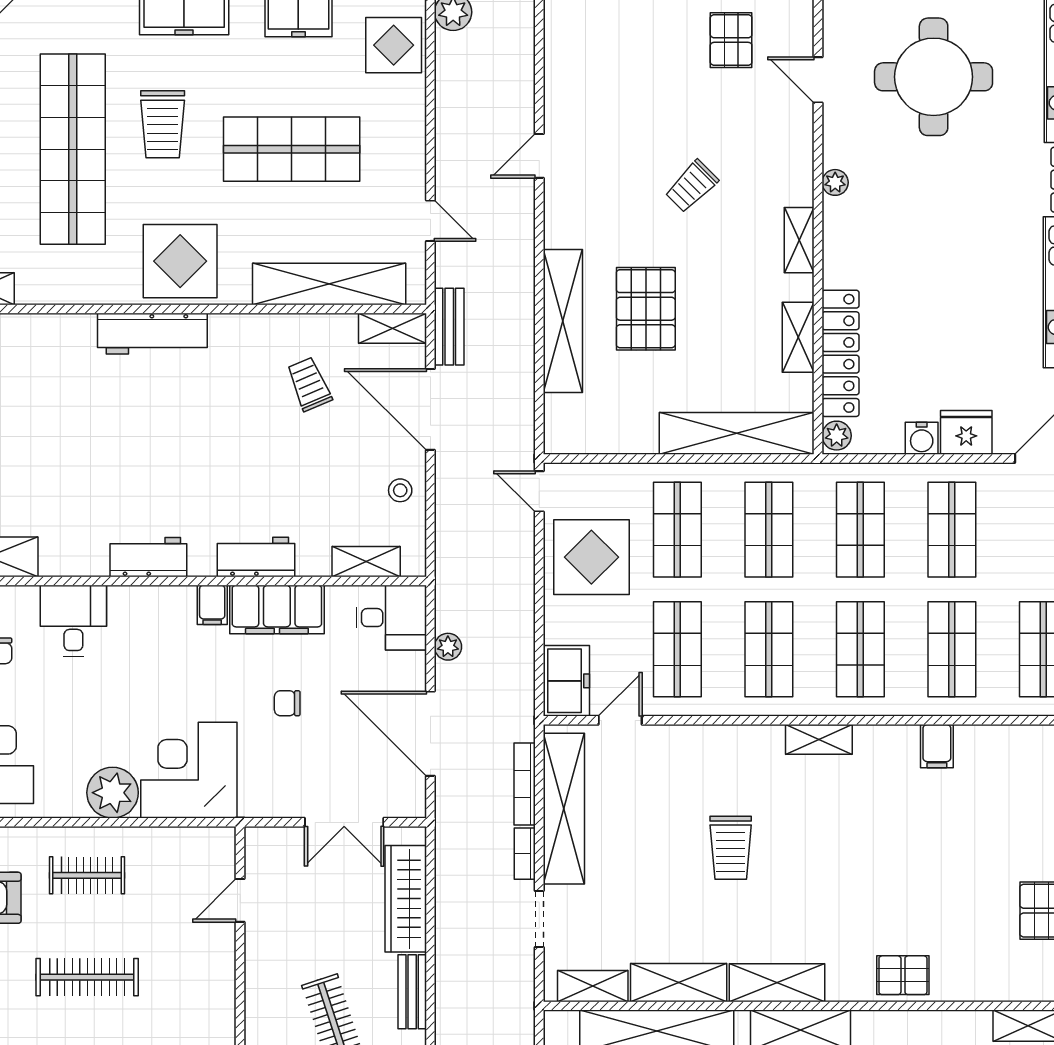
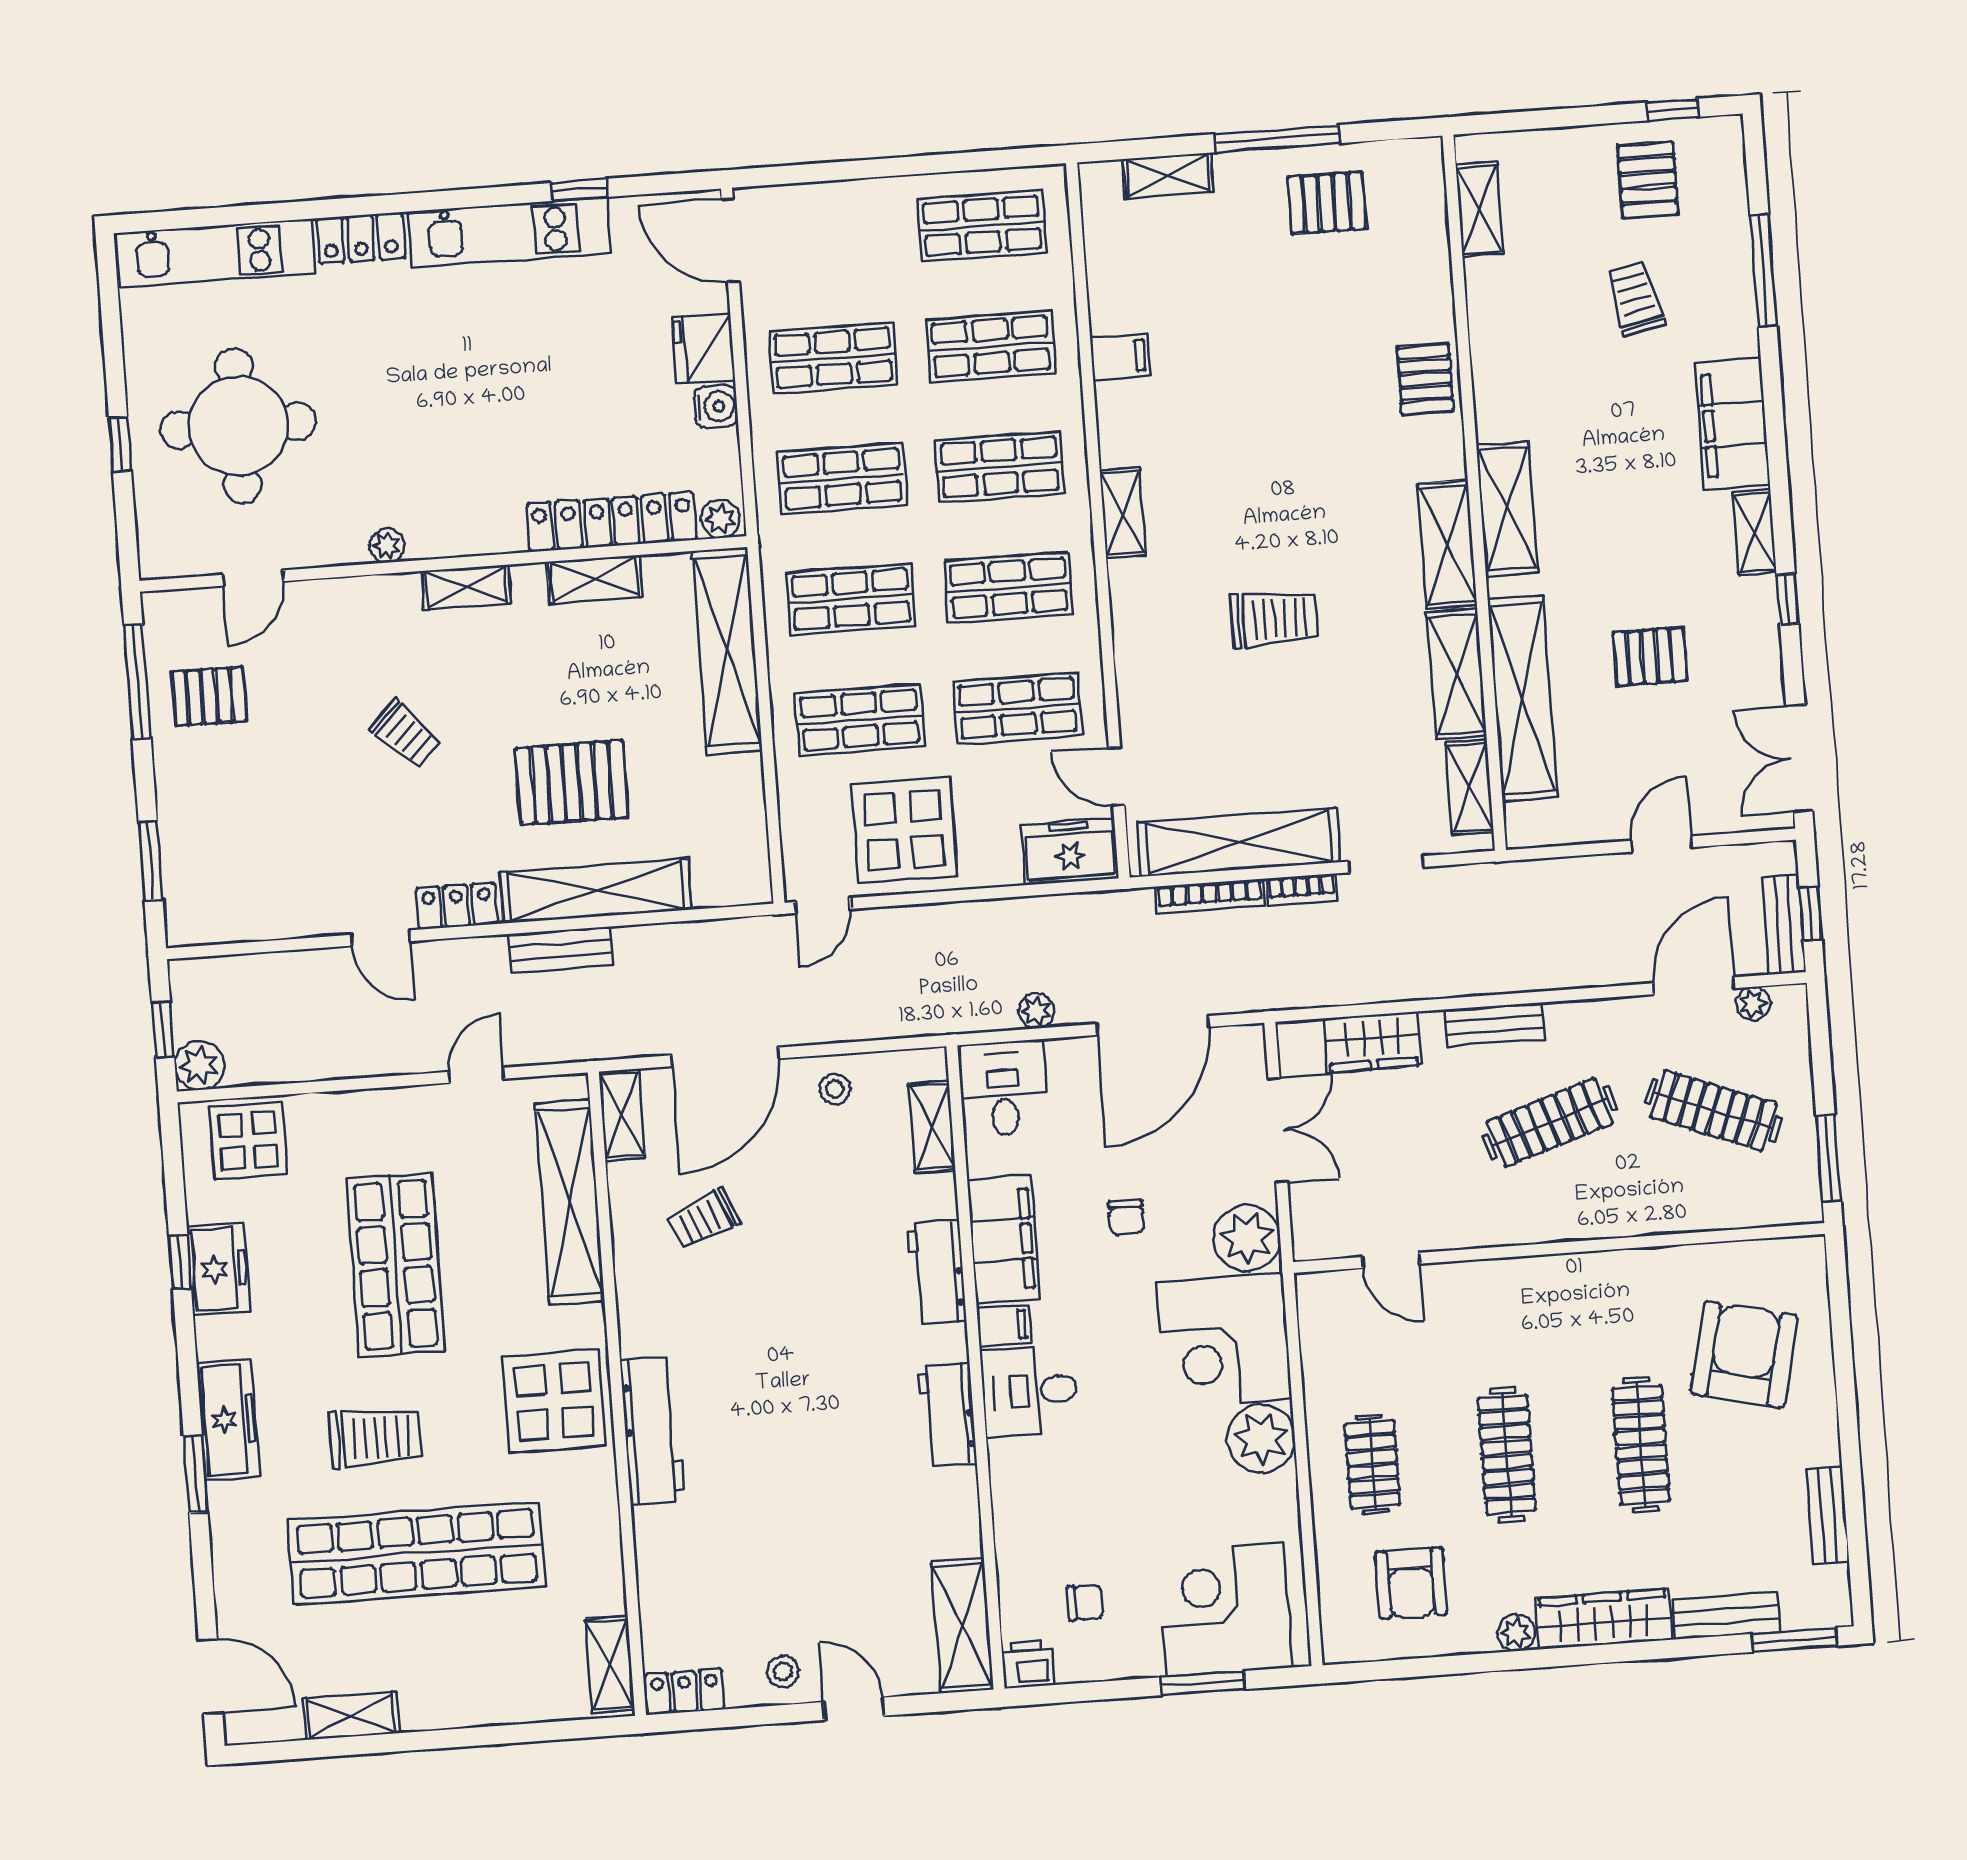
locker: (559, 215) -> (457, 906), added
bench: (449, 327) -> (561, 950), moved
desk: (73, 621) -> (1030, 1391), moved
plant: (265, 793) -> (1247, 1238), added
wardrobe: (406, 899) -> (1373, 1042), width x0.67

